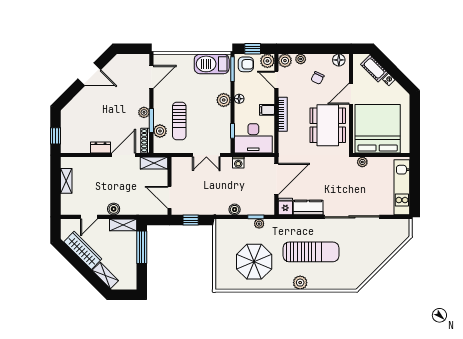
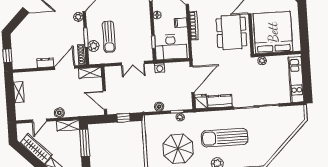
plant: (224, 100) -> (144, 17), removed
plant: (144, 112) -> (78, 17), moved
sun lounger: (311, 252) -> (225, 138), turned 180

